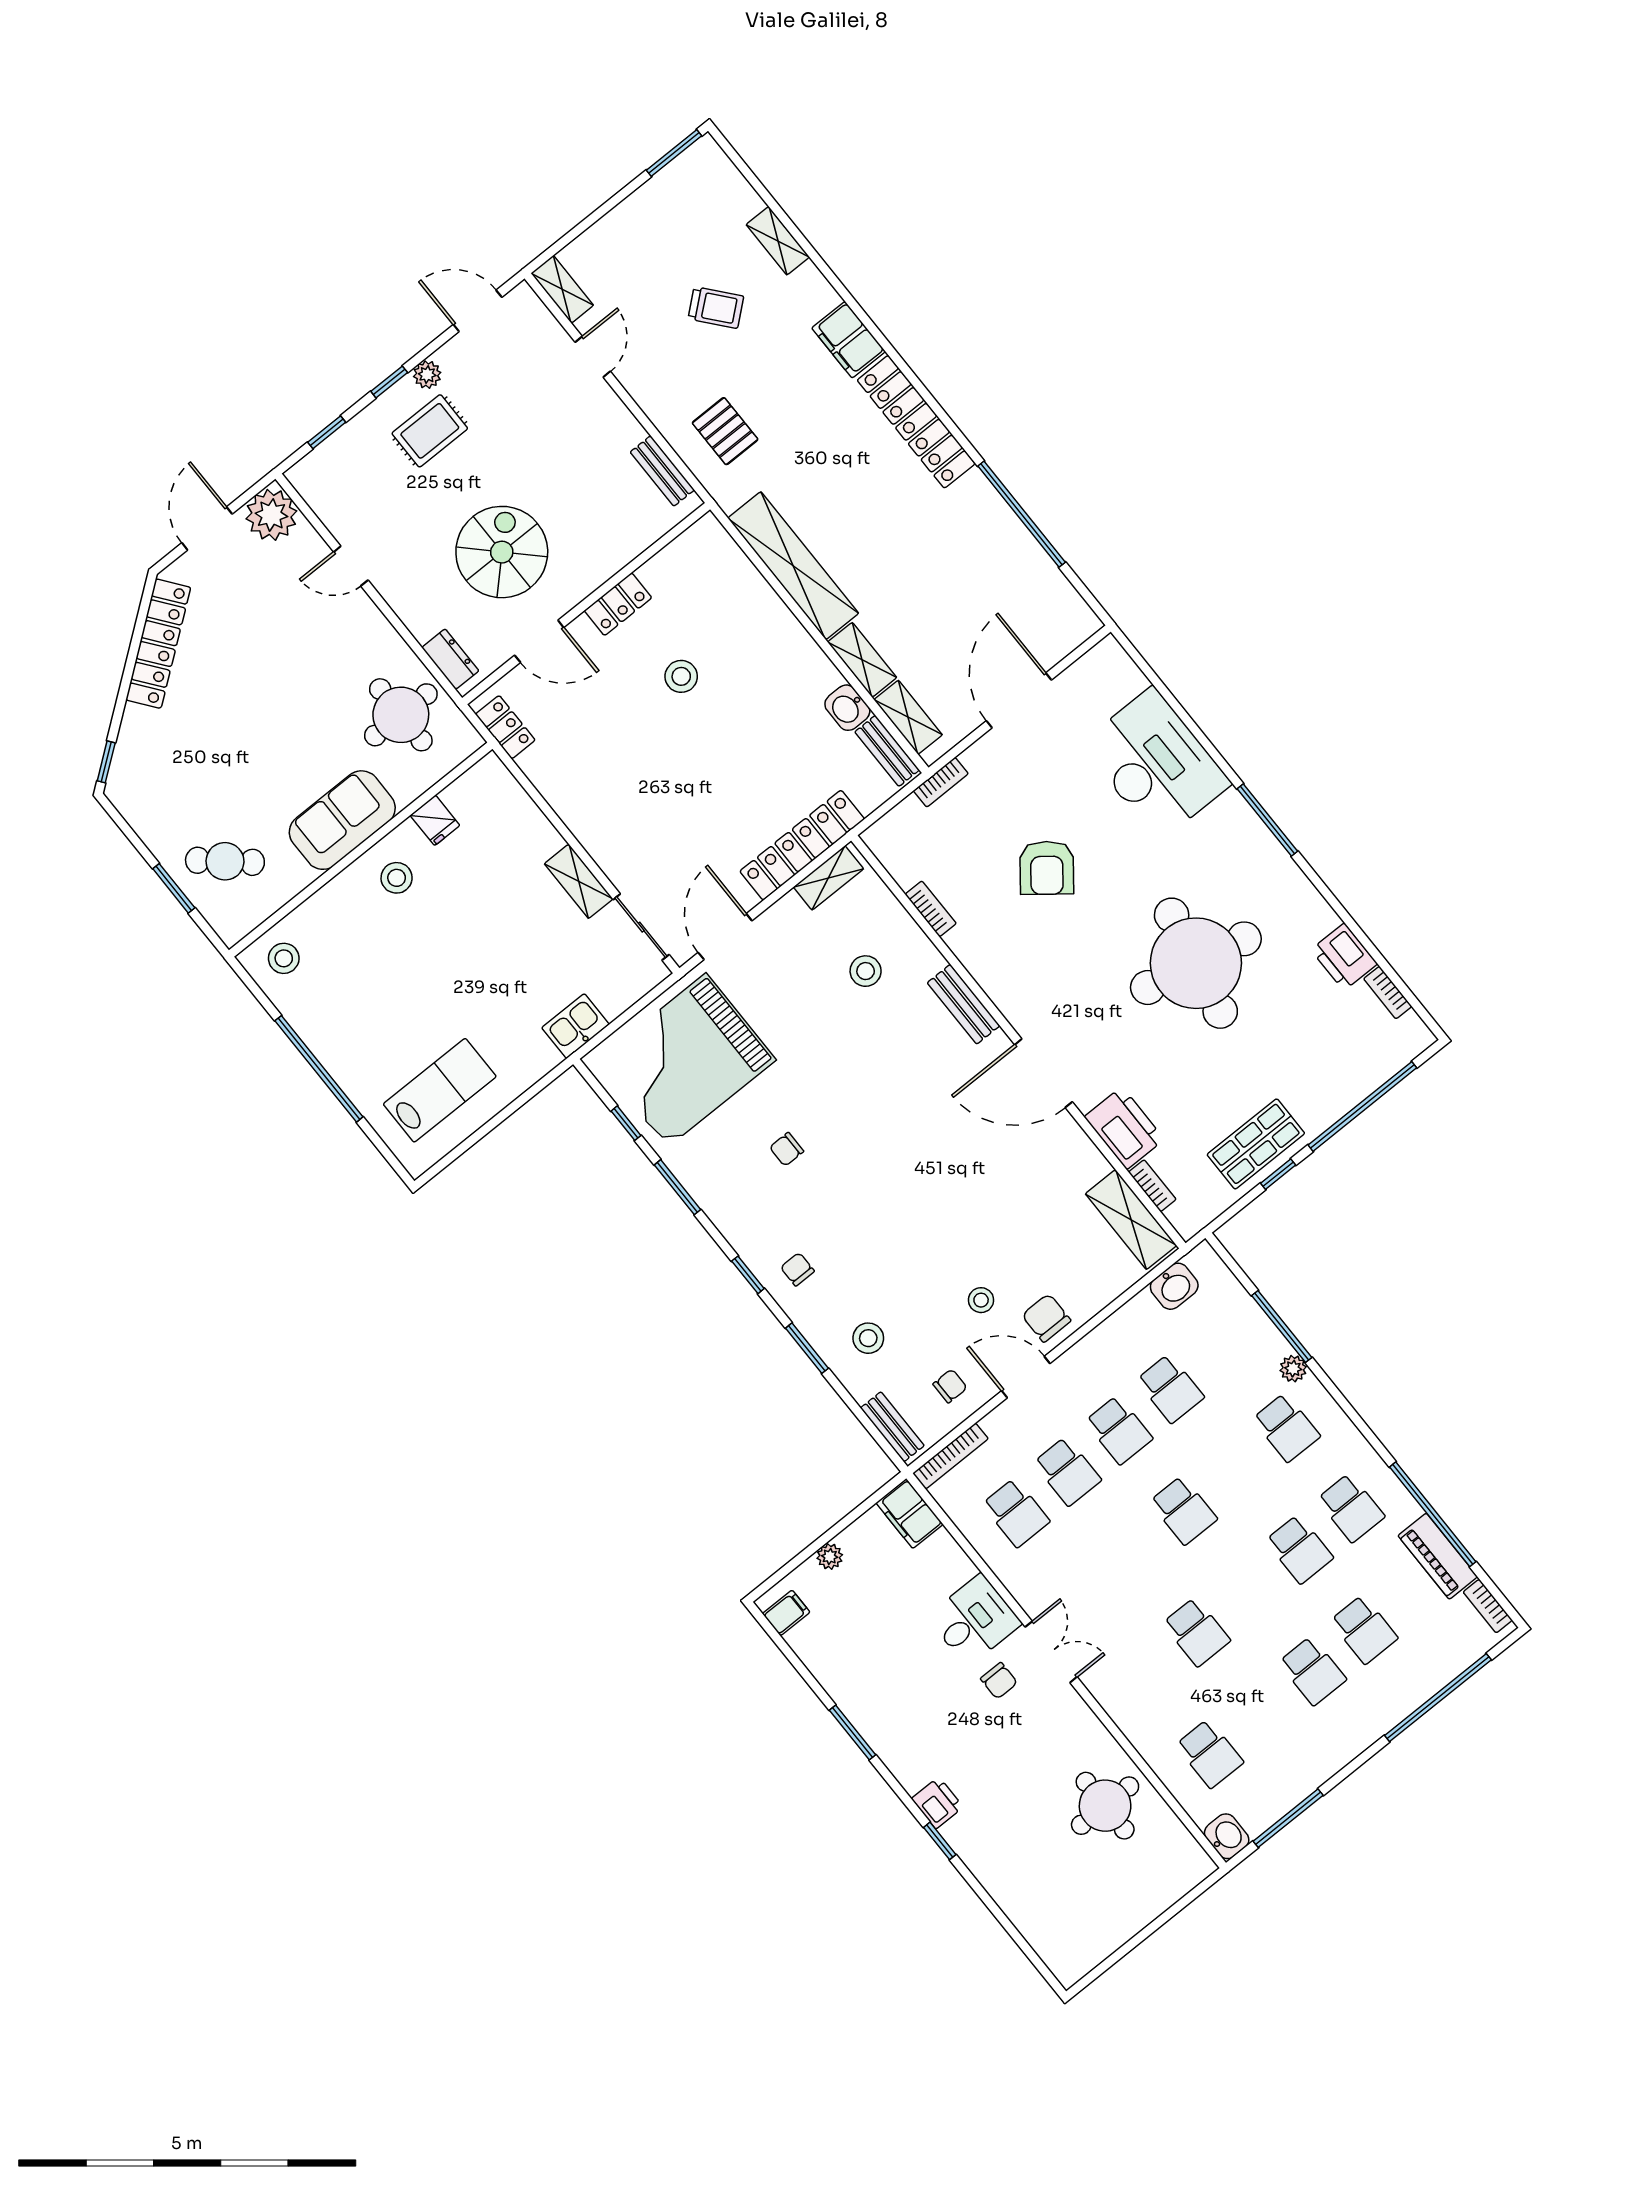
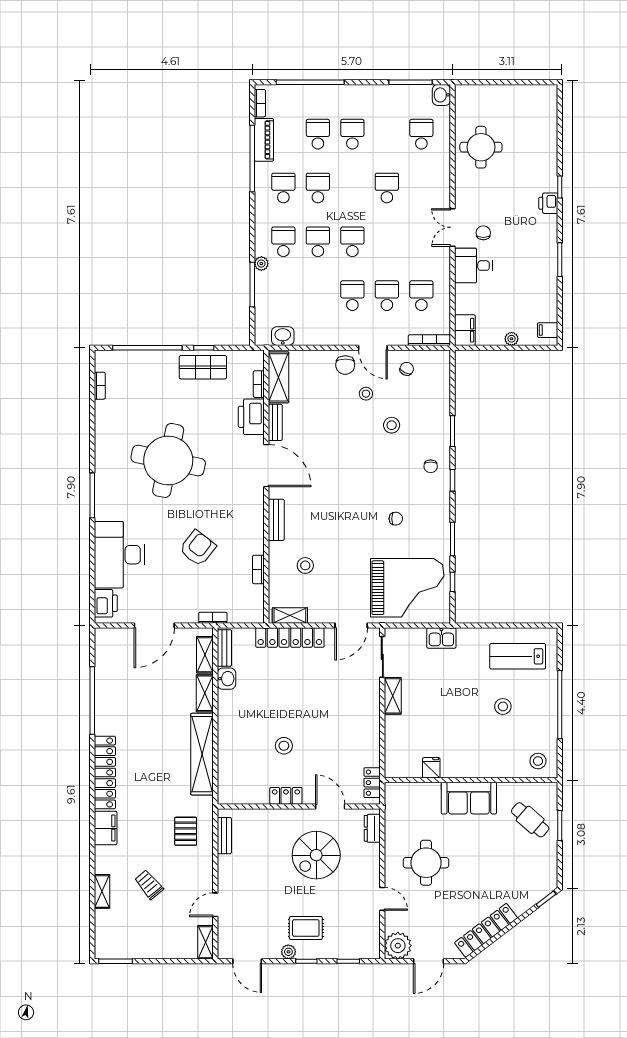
round table: (401, 715) -> (426, 863), moved
stool: (397, 878) -> (503, 706), moved
printer: (1344, 957) -> (106, 603), moved
stool: (868, 1338) -> (392, 425), moved
chair: (950, 1386) -> (407, 369), turned 115
school desk: (1170, 1389) -> (318, 242), moved
bench: (892, 1427) -> (275, 422), moved

